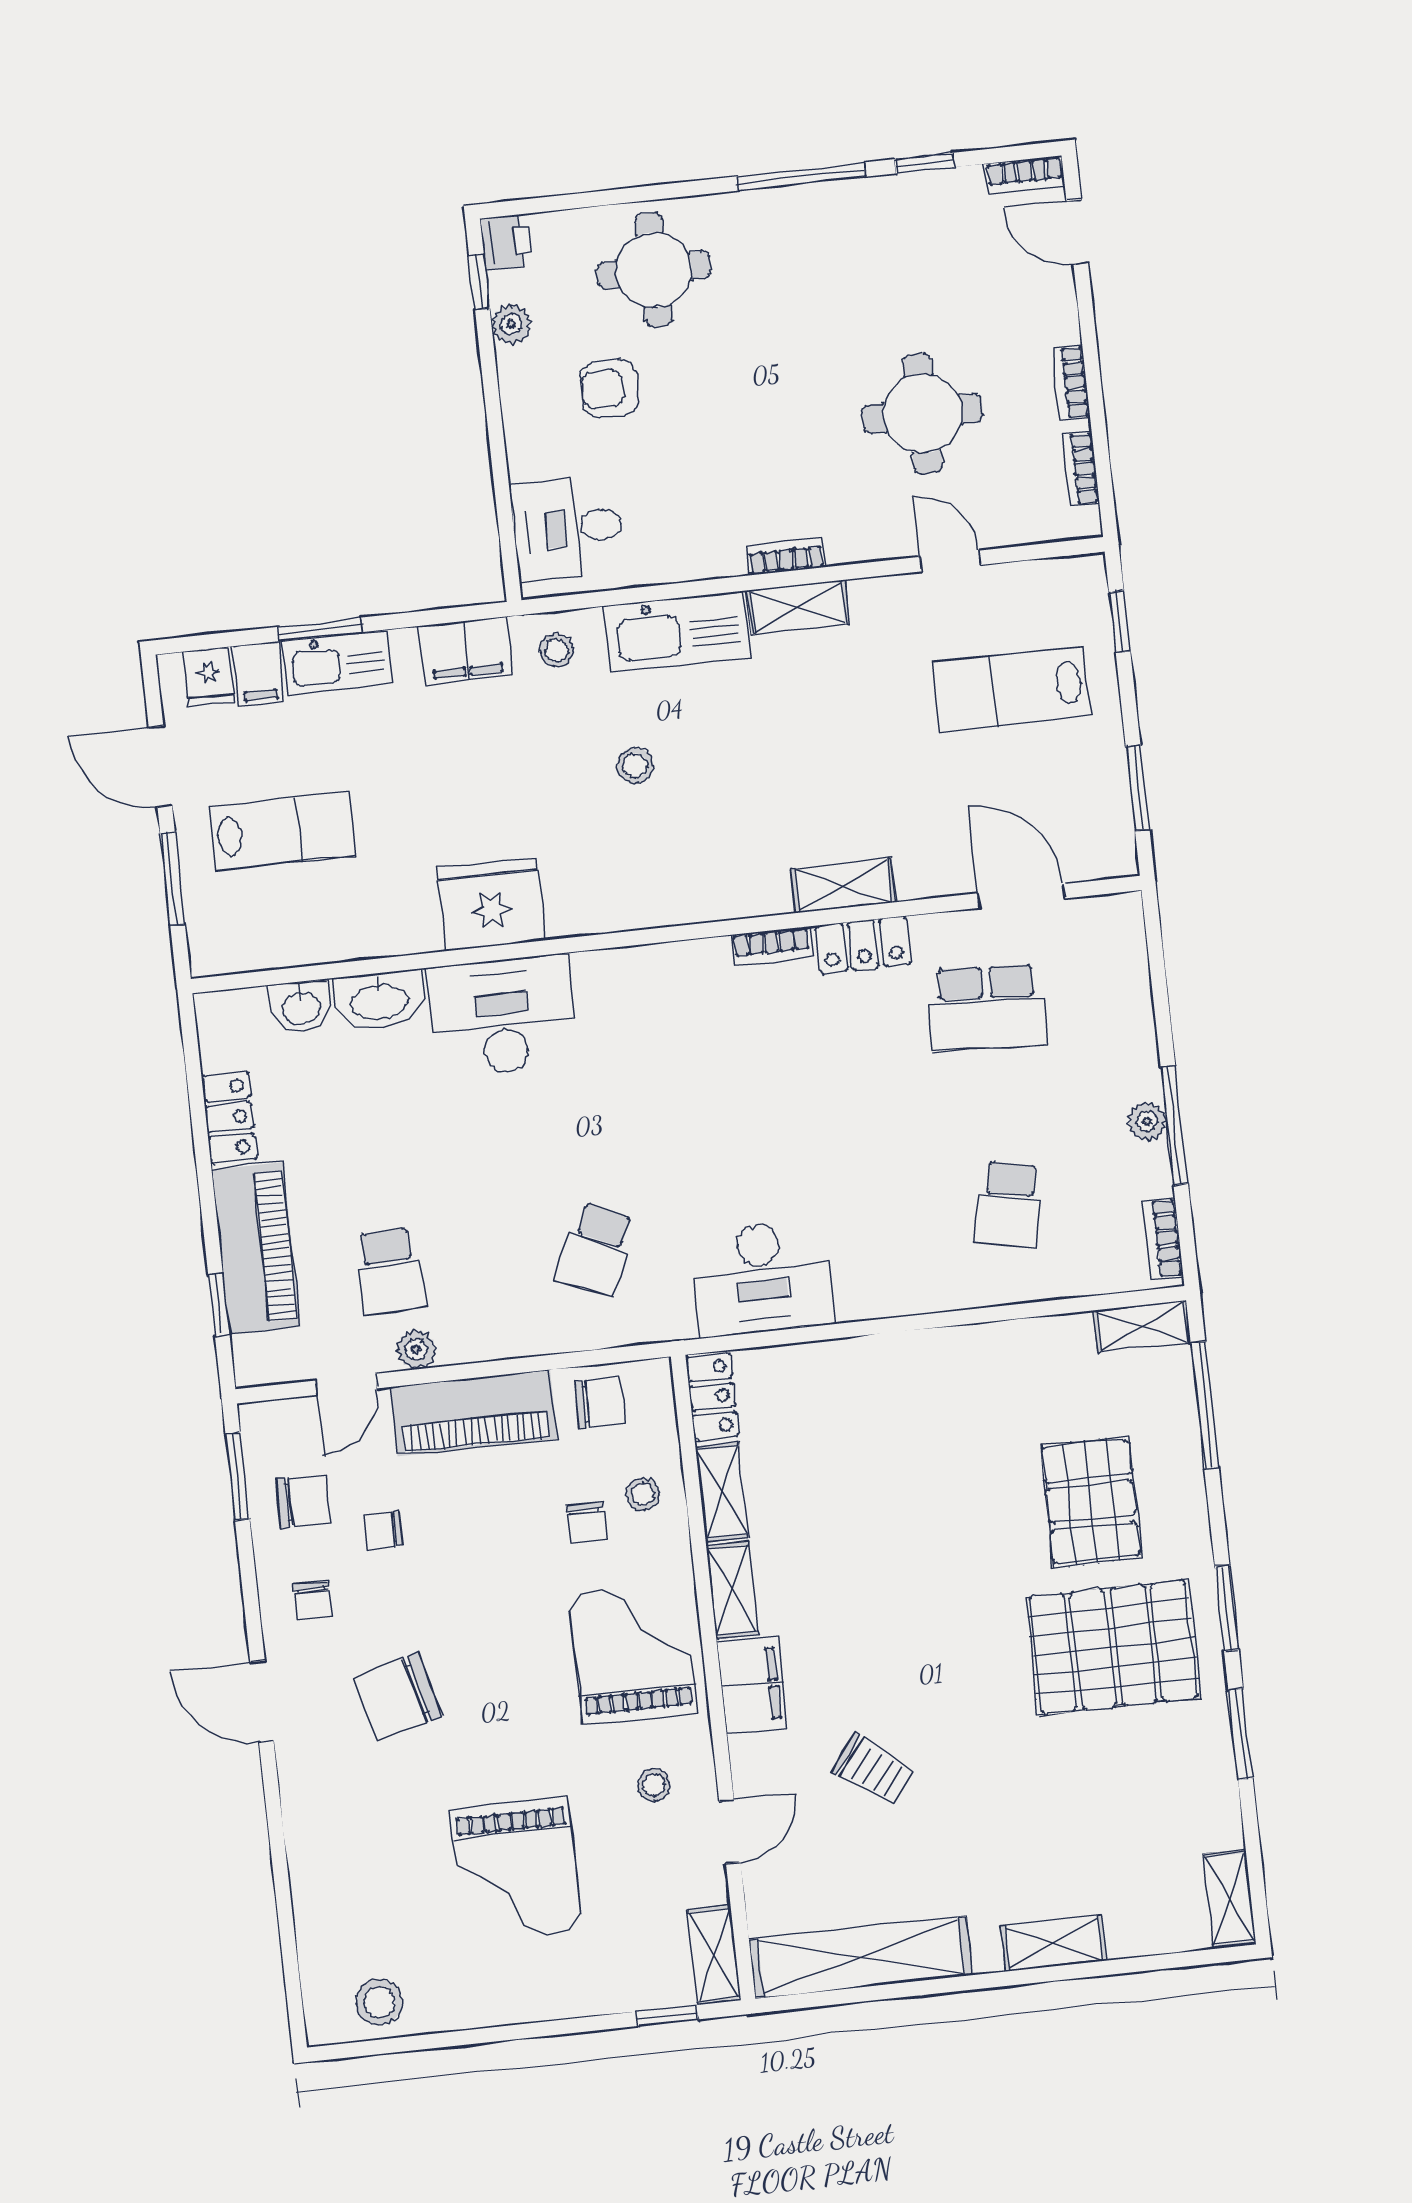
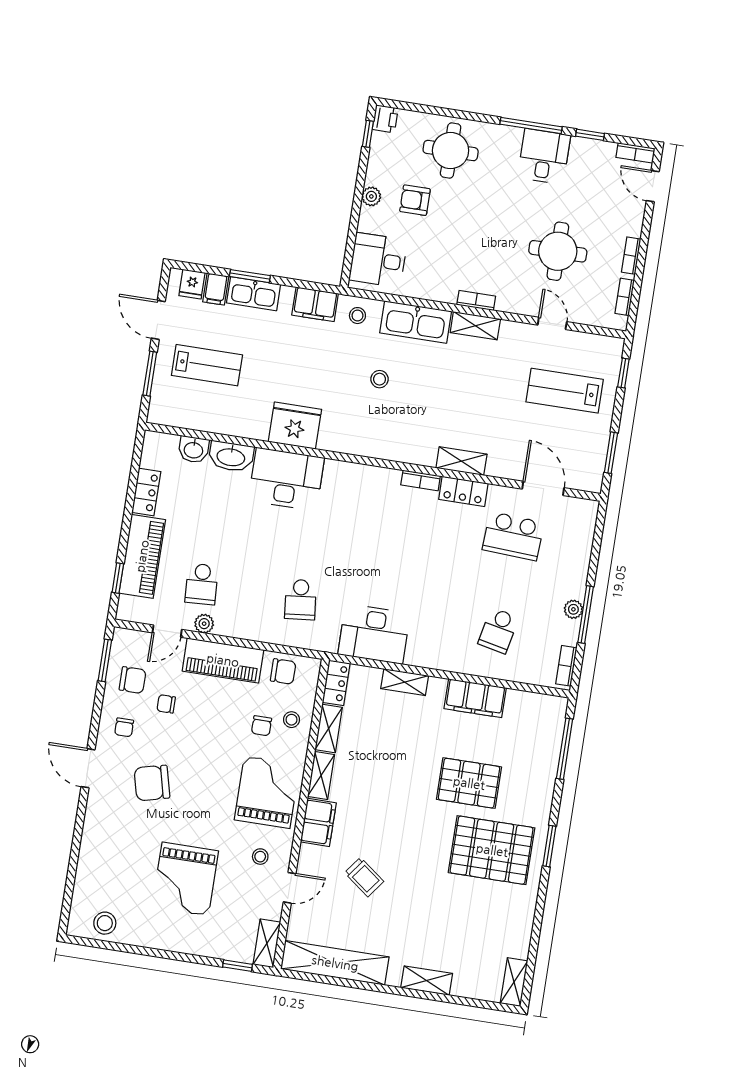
desk: (844, 231) -> (544, 156), added
plant: (511, 324) -> (371, 196), moved
school desk: (596, 1249) -> (301, 600), turned -30
shelving: (1142, 1326) -> (405, 682), moved
filing cabinet: (999, 1352) -> (475, 698), added
pallet: (1091, 1502) -> (469, 783), moved, turned 90
window: (1241, 1734) -> (540, 907), removed

